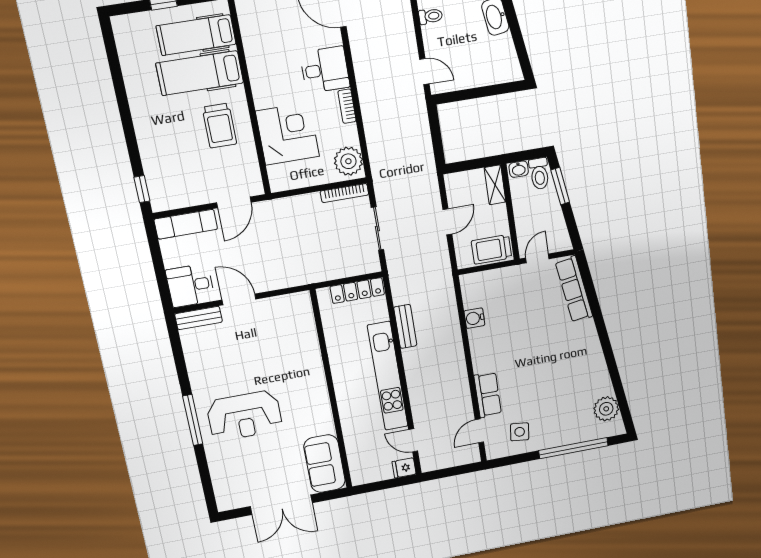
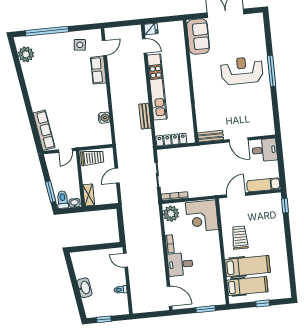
corner desk: (288, 134) -> (202, 216), moved
bench: (199, 318) -> (211, 136), moved

